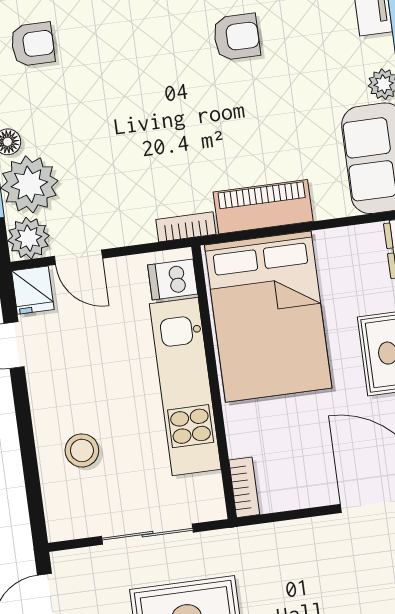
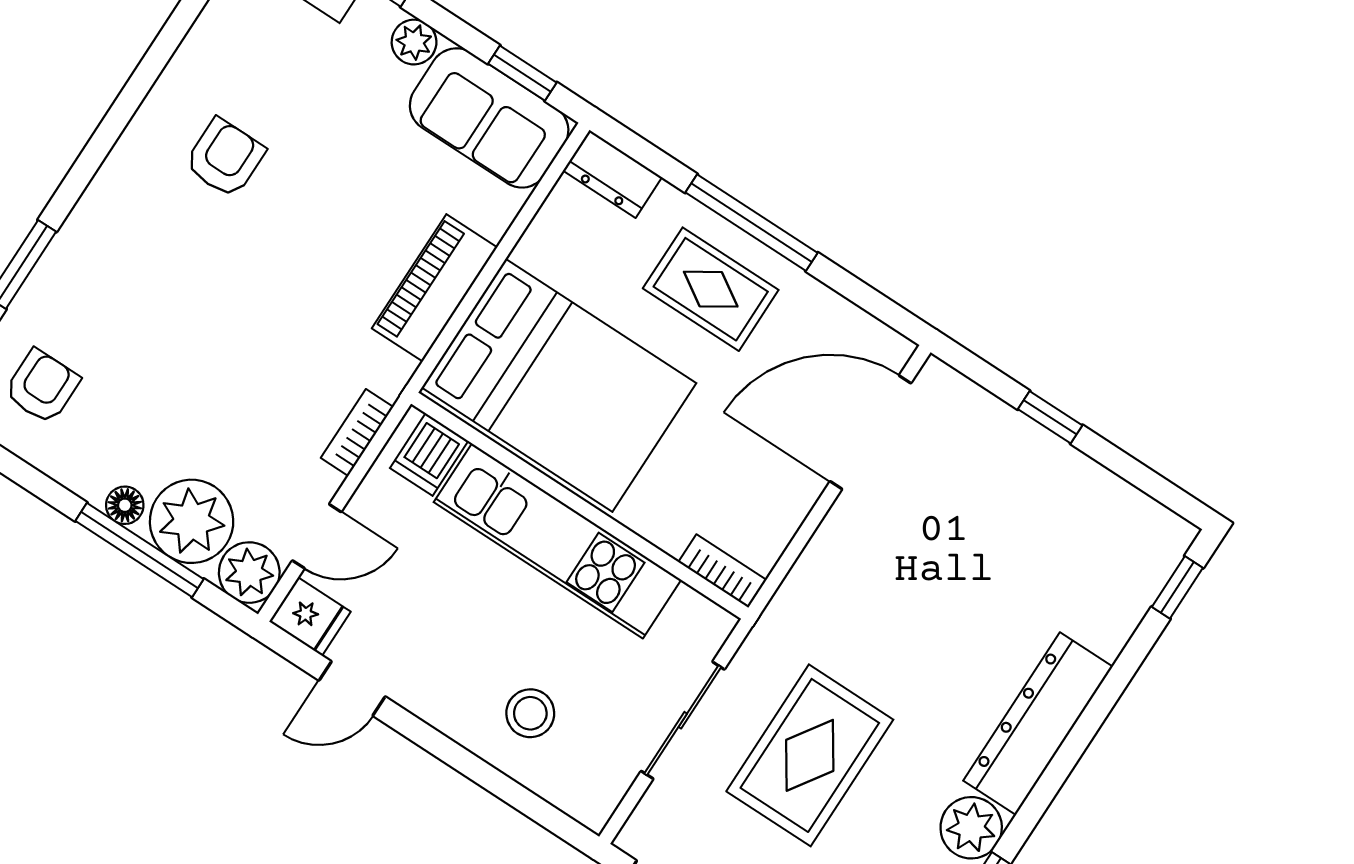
bookcase: (186, 227) -> (357, 432), moved

